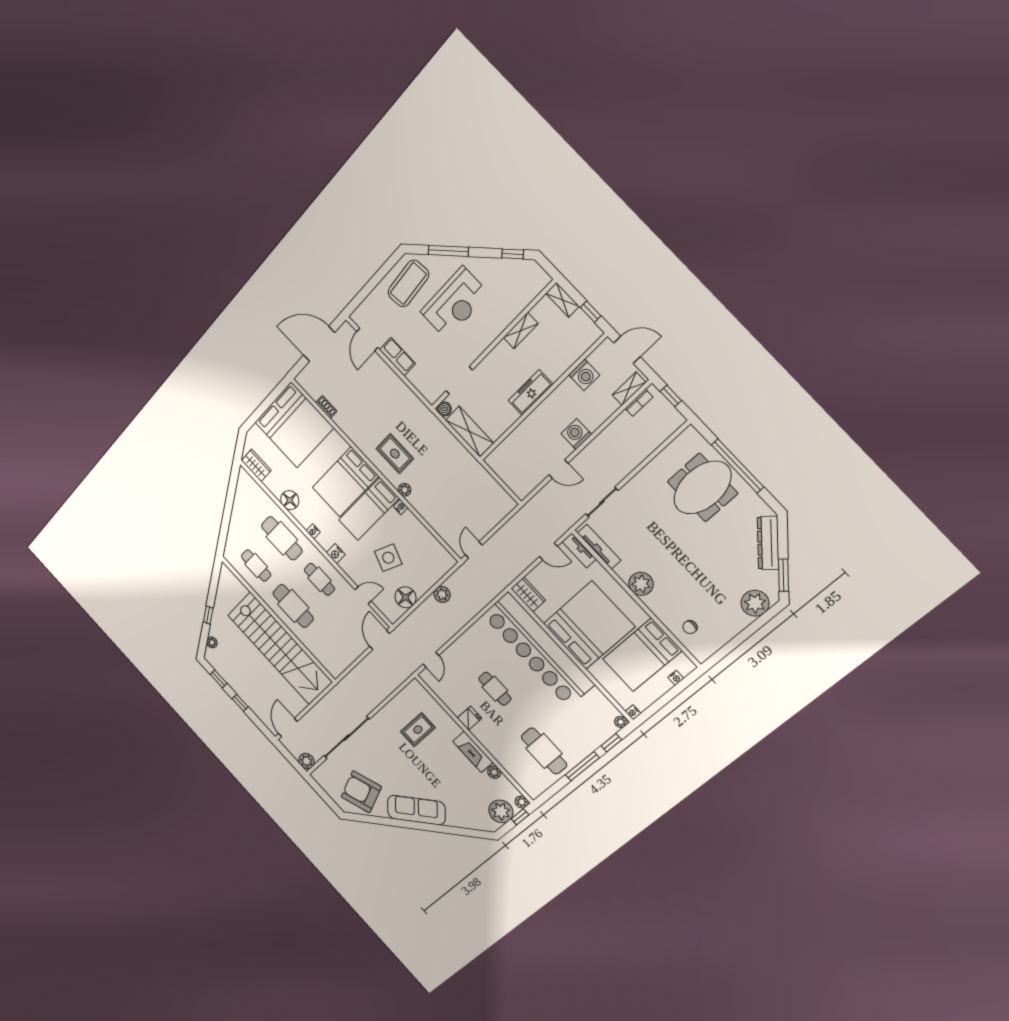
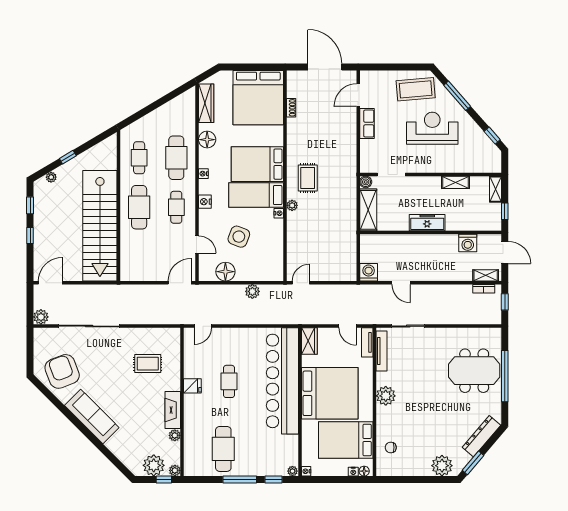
reception desk: (455, 303) -> (432, 128), turned 180
washing machine: (576, 434) -> (369, 272), moved
wardrobe: (256, 465) -> (206, 103), width x1.50
floor lamp: (685, 669) -> (364, 471), added

